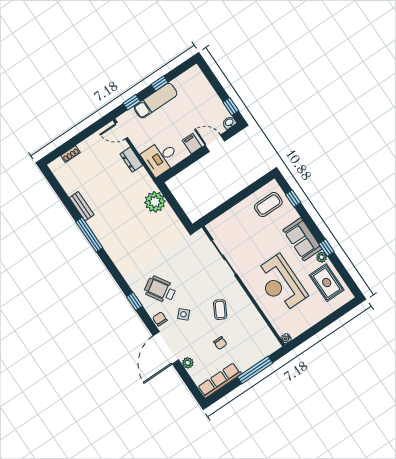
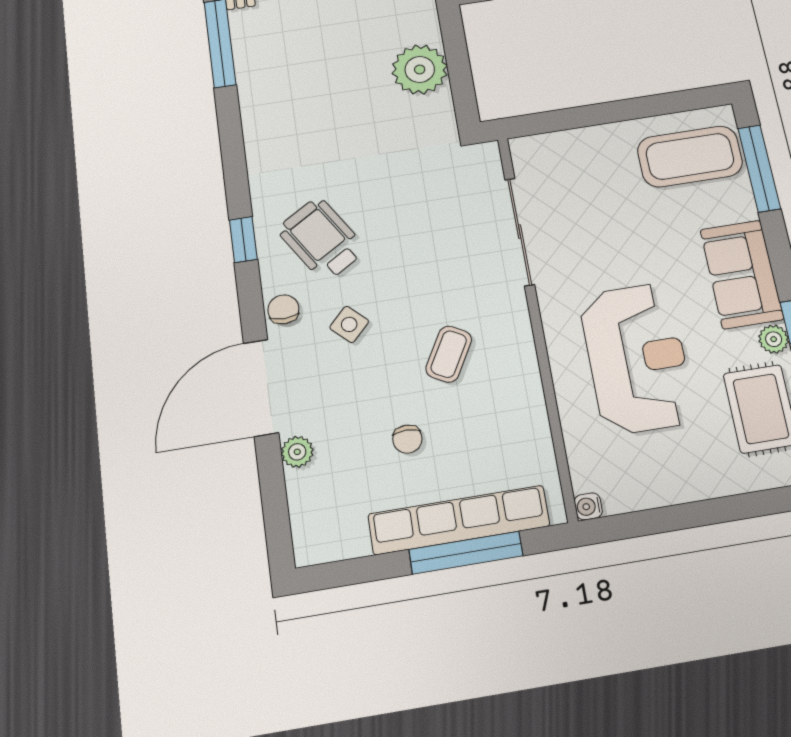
window: (293, 198) -> (759, 168), width x2.17
plant: (155, 202) -> (420, 69), moved
coffee table: (268, 205) -> (690, 156), width x1.36, depth x1.32
reception desk: (281, 284) -> (637, 358), turned 180
row of seats: (220, 380) -> (459, 520), moved, width x1.36

